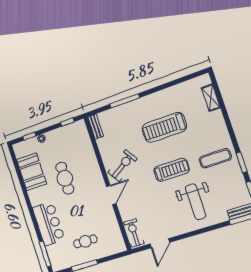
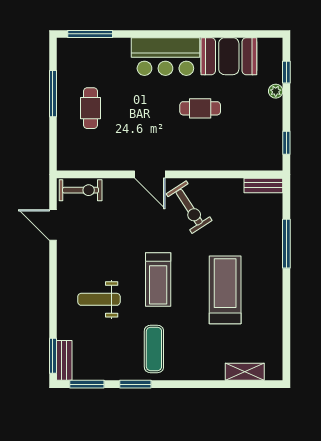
cafe table: (65, 178) -> (200, 108), width x0.73, depth x0.74
weight bench: (196, 202) -> (99, 299), width x0.73, depth x0.75
bar counter: (49, 224) -> (165, 57), moved

